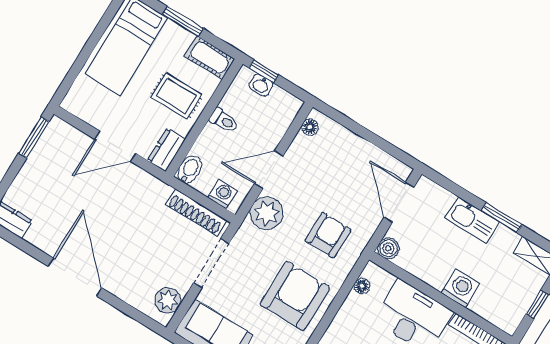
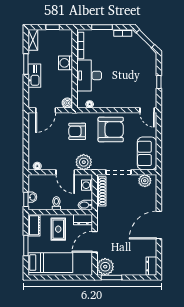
plant: (60, 138) -> (105, 267), added
door: (115, 146) -> (95, 242), swing flipped
armchair: (295, 296) -> (111, 129), turned 180

